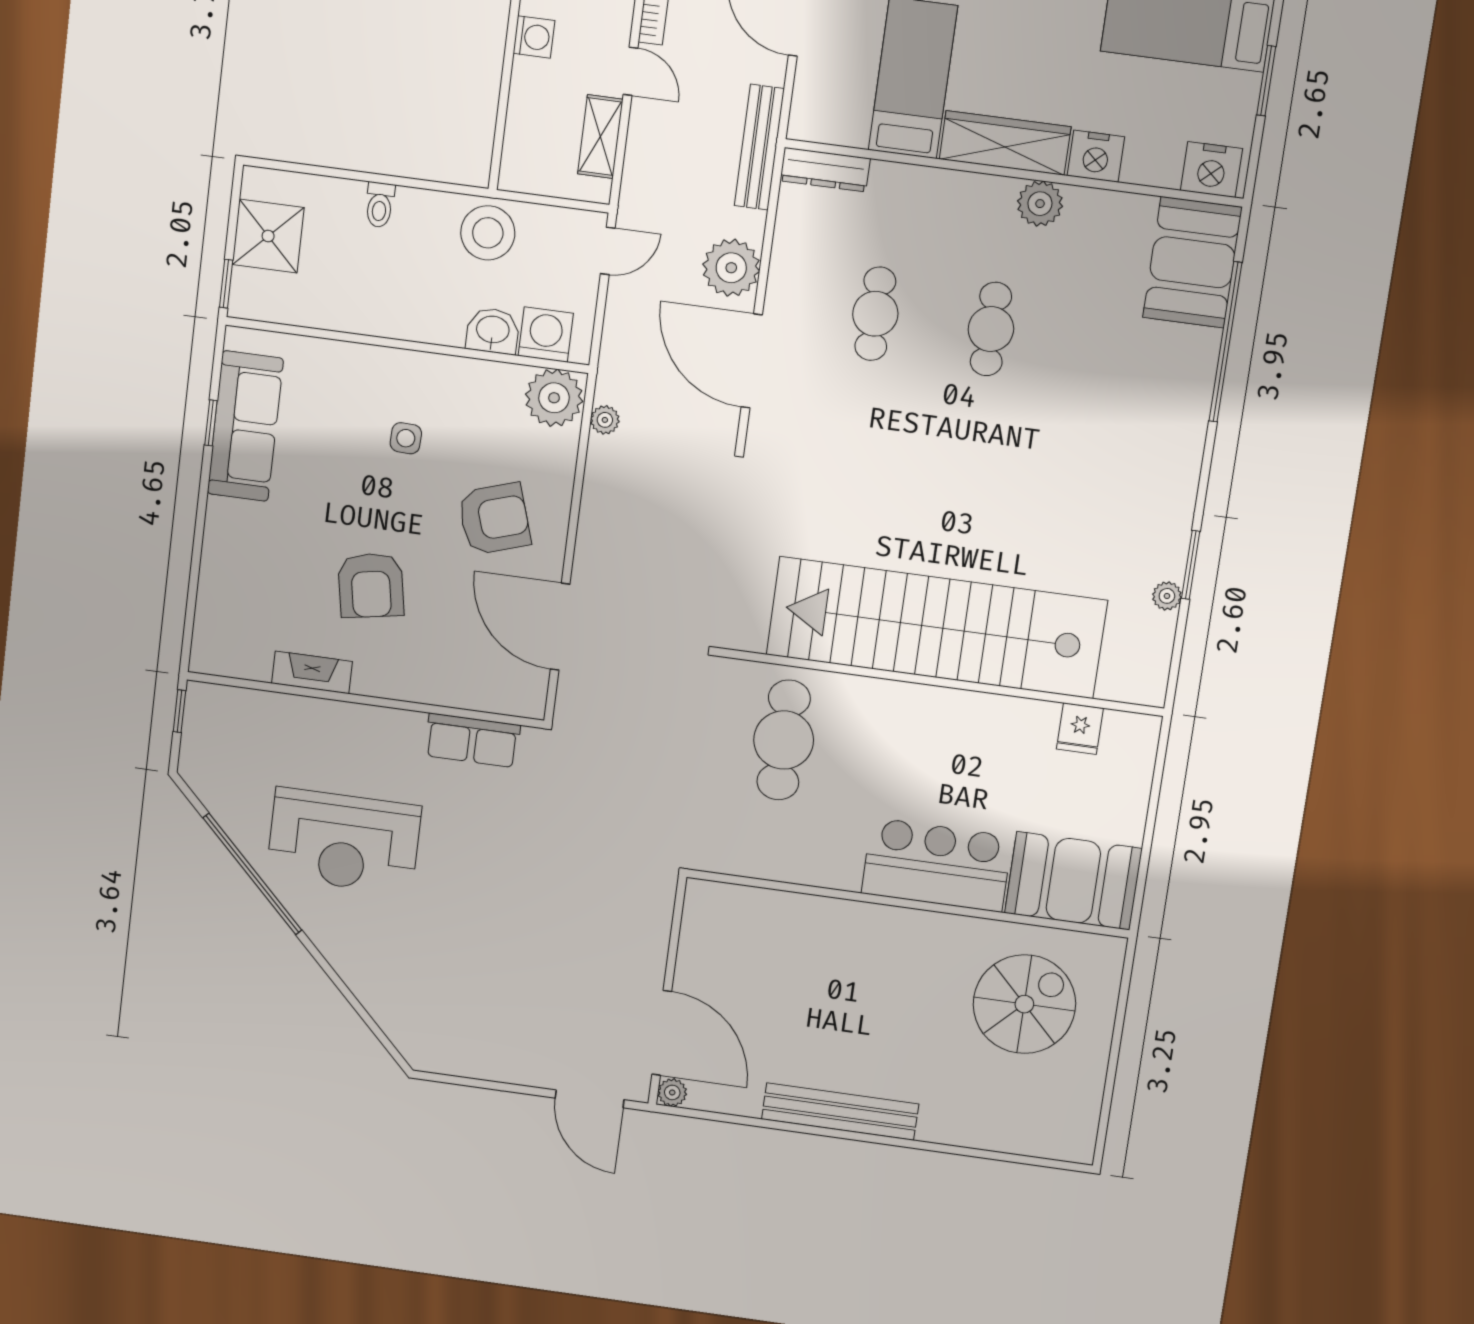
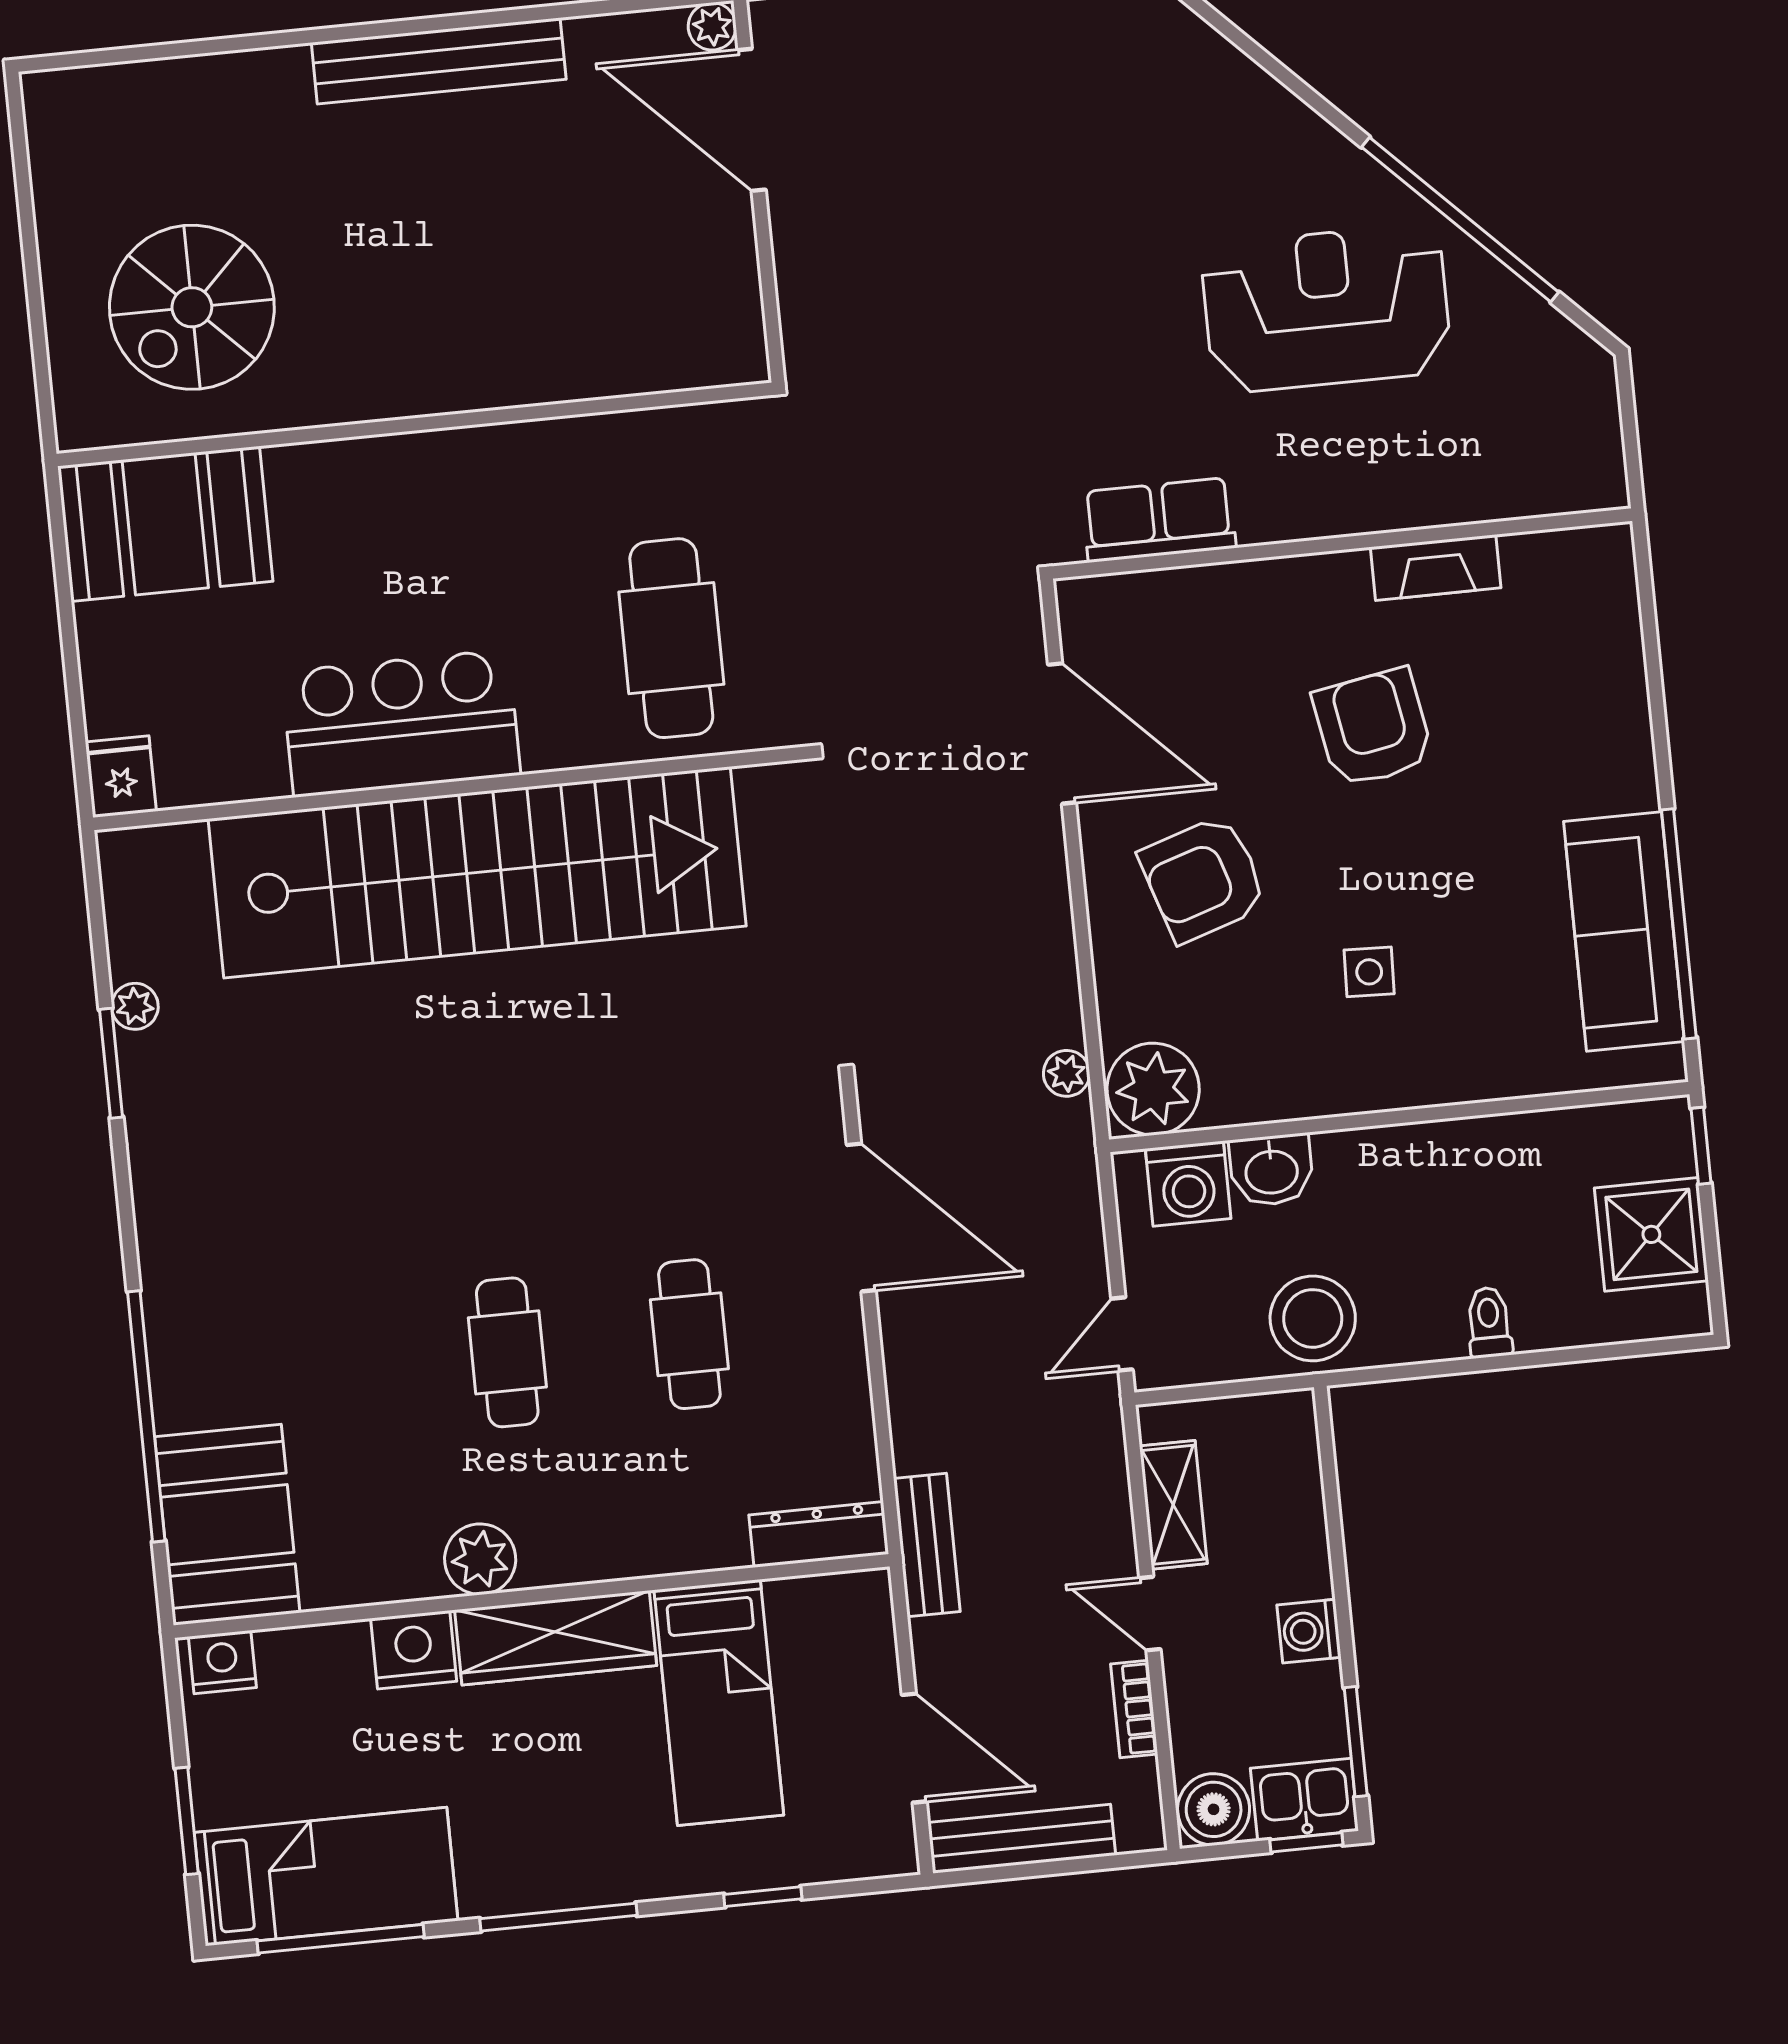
bench: (759, 147) -> (927, 1545), width x0.73
nightstand: (1211, 170) -> (222, 1662), width x0.74, depth x0.75
plant: (731, 268) -> (927, 1353), removed
window: (211, 423) -> (1679, 924), width x3.17
window: (179, 711) -> (1632, 455), removed
fridge: (1080, 729) -> (121, 777), moved
bar counter: (937, 865) -> (401, 723), moved, turned 180

